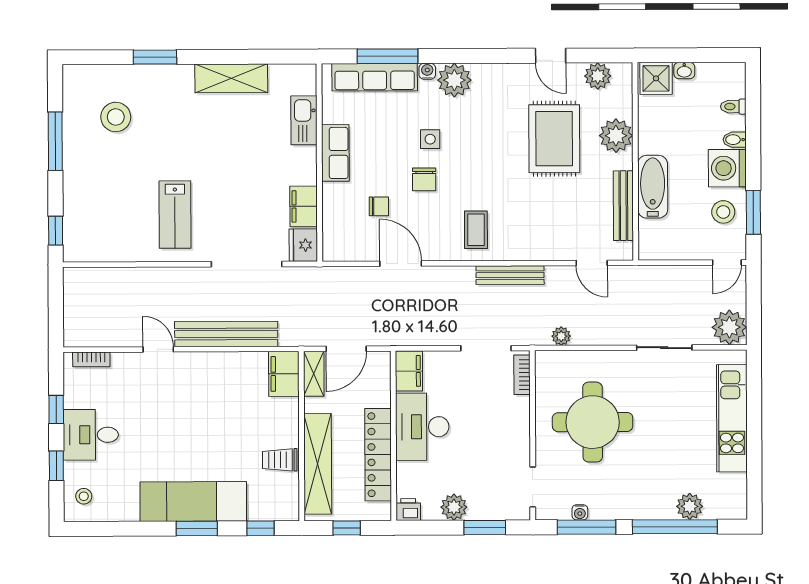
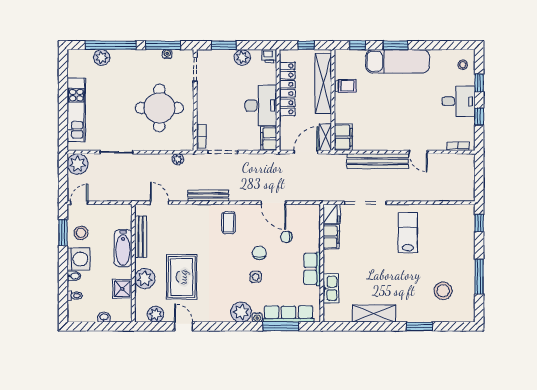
shower: (656, 78) -> (122, 289), moved

